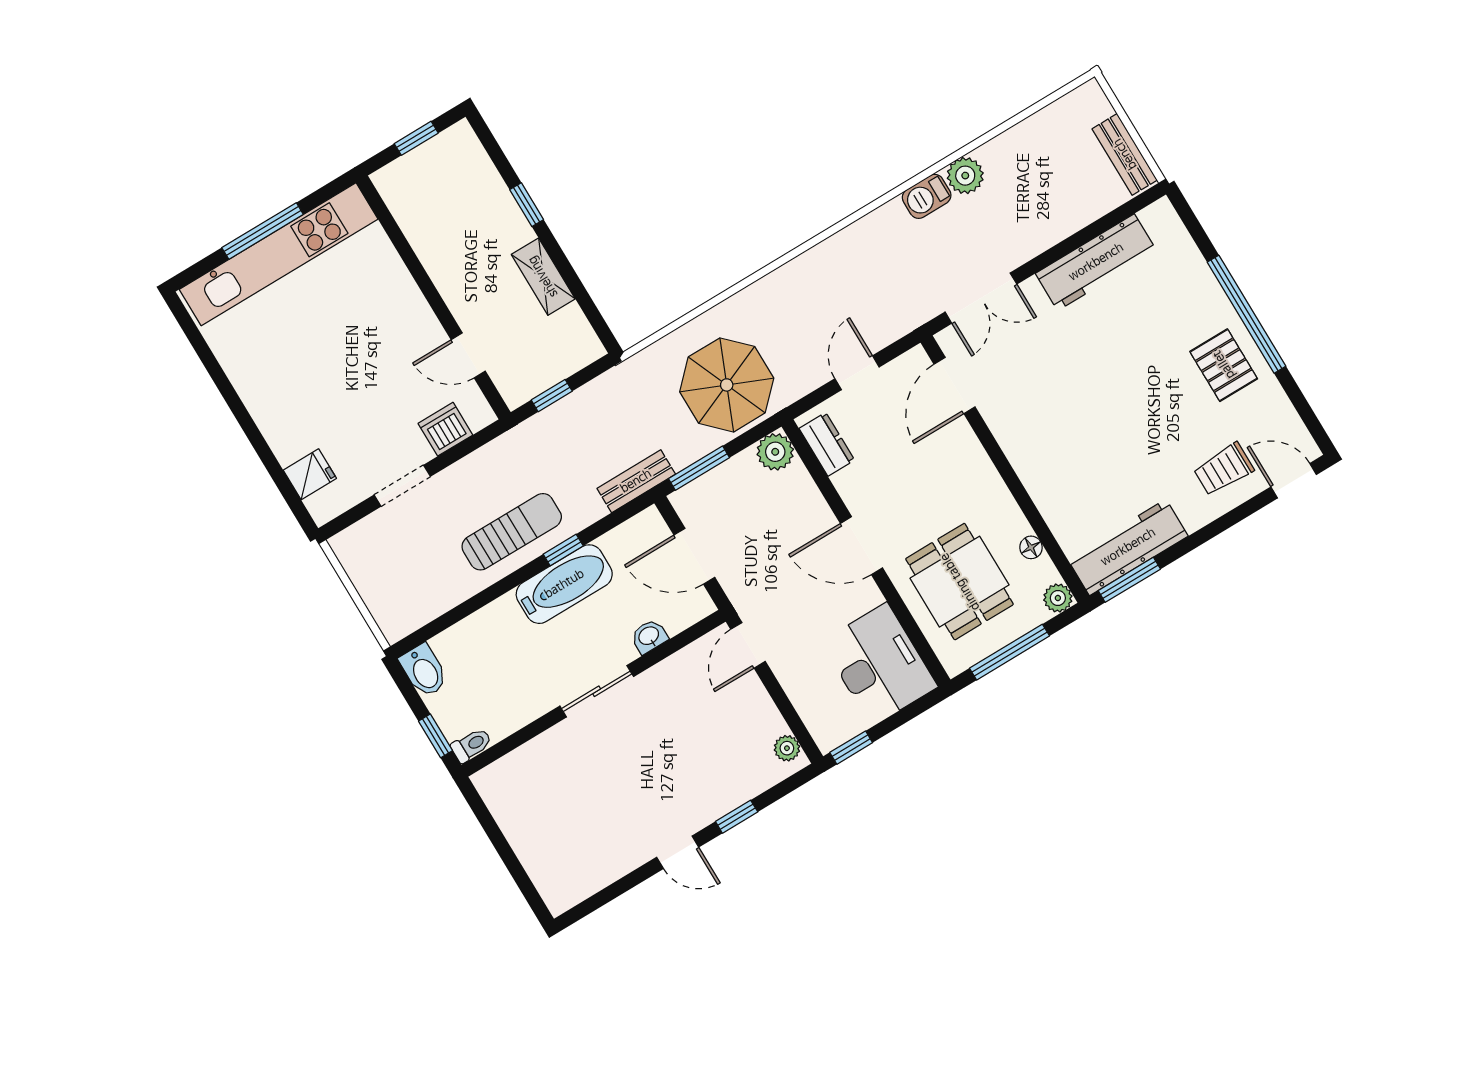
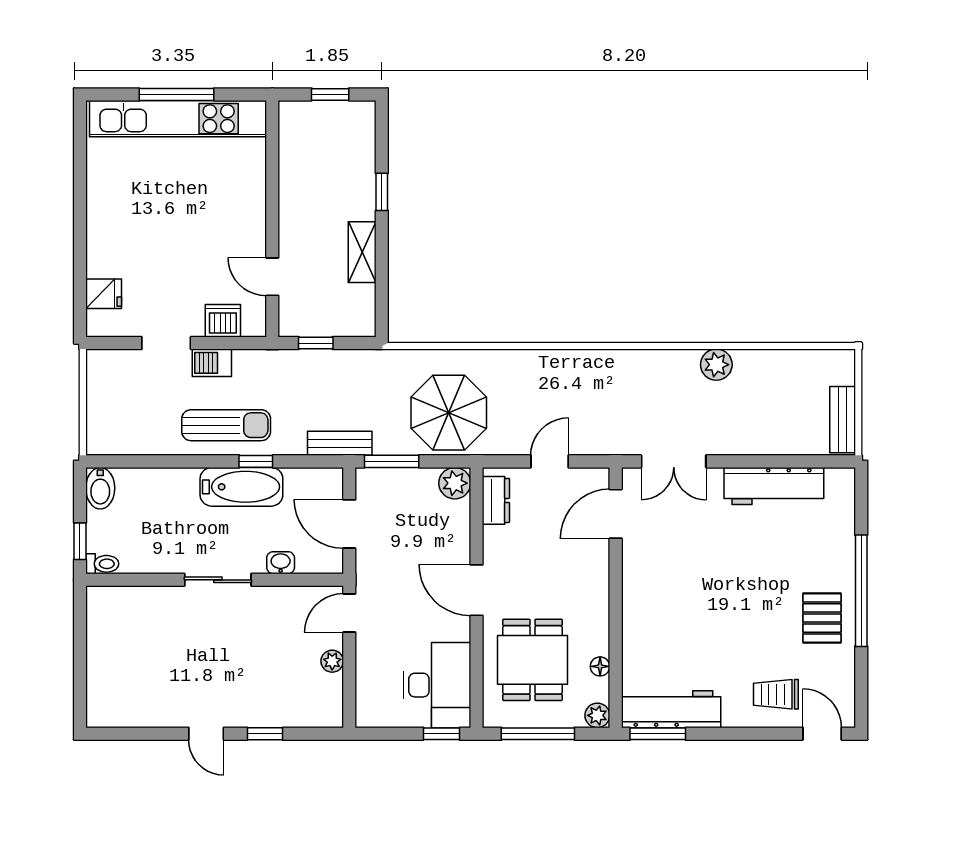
barbecue: (927, 196) -> (212, 363), moved
plant: (787, 748) -> (332, 661), moved
window: (851, 748) -> (441, 734), moved

